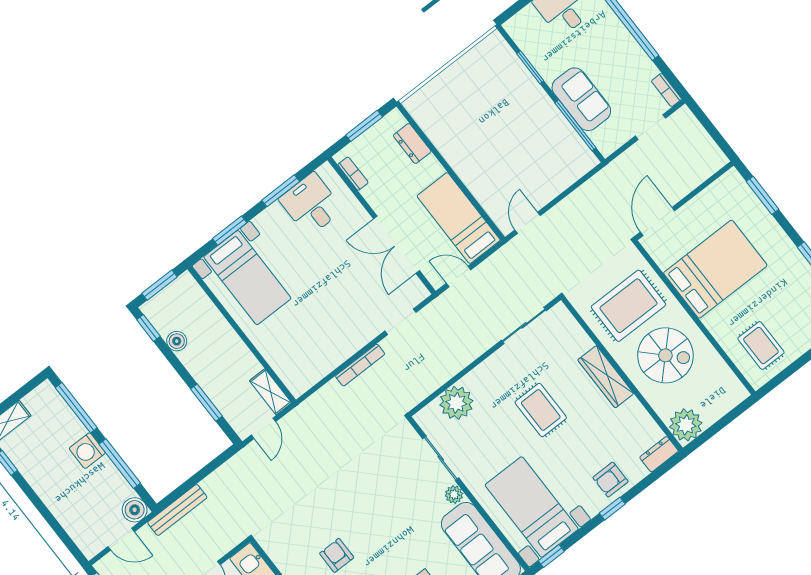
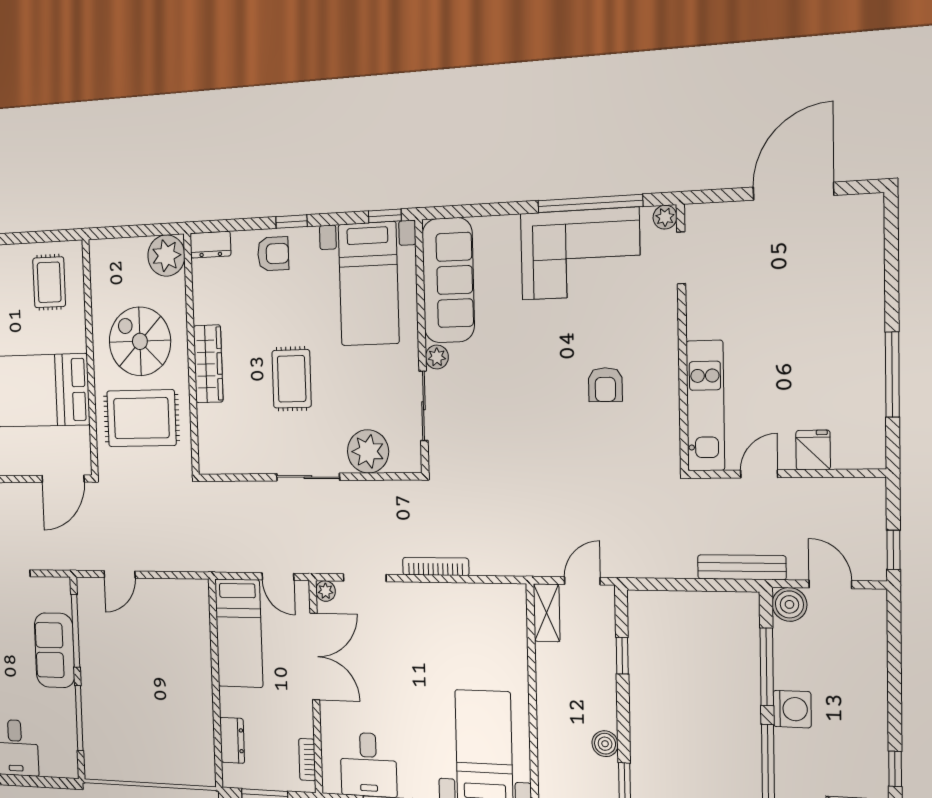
window: (530, 67) -> (79, 718), width x1.44
door: (528, 223) -> (120, 574), moved
plant: (420, 293) -> (326, 591), added
sliding door: (524, 325) -> (308, 477), moved
window: (206, 403) -> (622, 656), width x0.67

